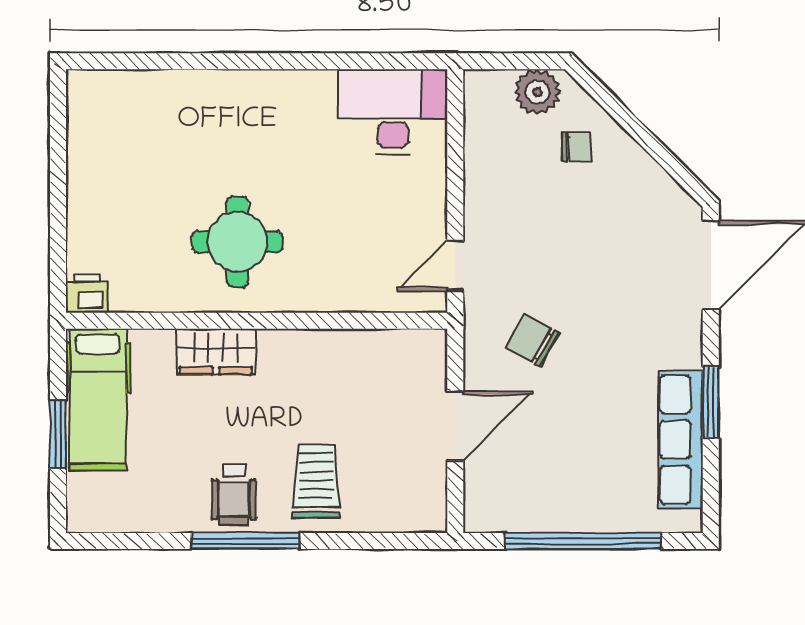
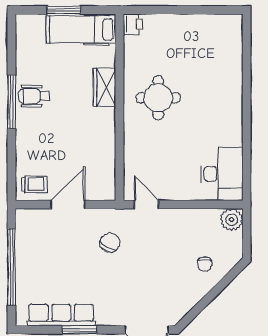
plant: (538, 92) -> (232, 220), moved
door: (455, 426) -> (68, 205), swing flipped
trolley: (316, 481) -> (34, 184), moved, width x0.73, depth x0.72

